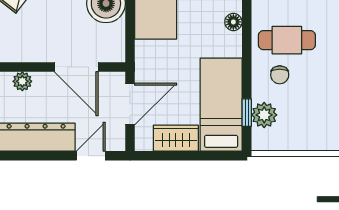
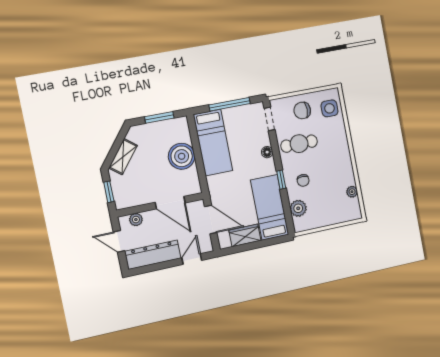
cafe table: (287, 40) -> (299, 144), moved
door: (130, 104) -> (211, 220), hinge flipped
window: (247, 113) -> (281, 180), moved

